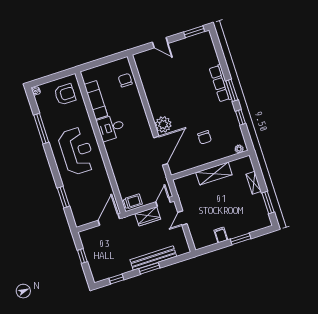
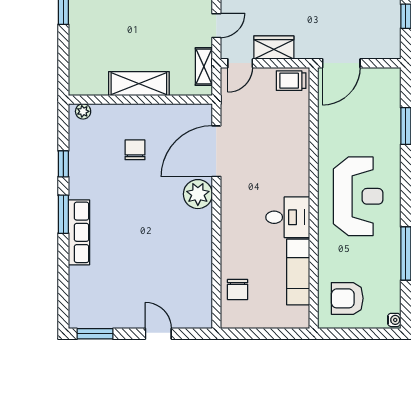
reception desk: (77, 151) -> (358, 196), turned 180
shelving: (254, 183) -> (204, 67), moved

